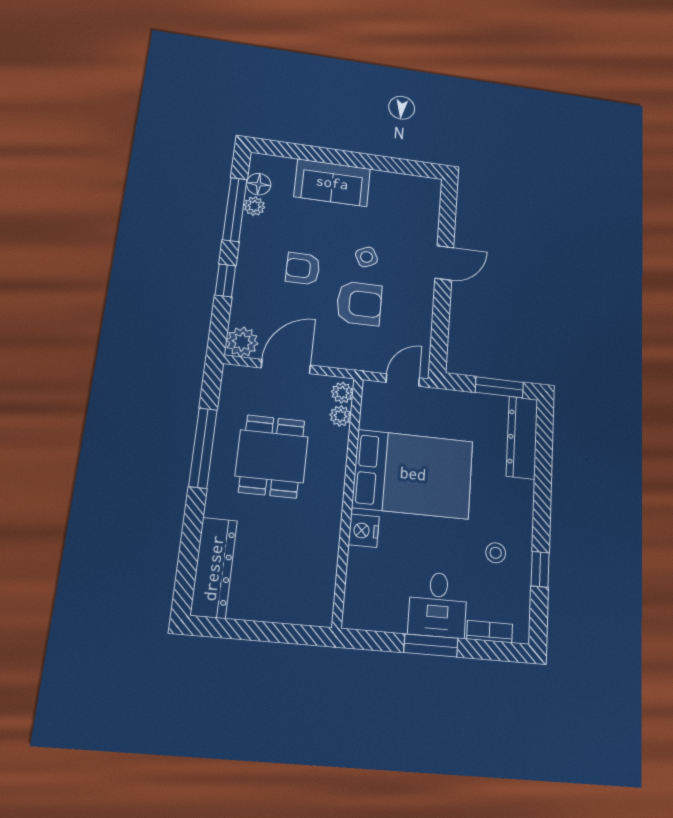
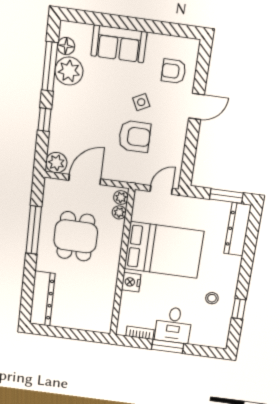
plant: (254, 206) -> (69, 71), width x1.88, depth x1.88
armchair: (303, 269) -> (174, 71), moved
bookcase: (490, 632) -> (140, 333), moved

